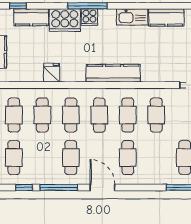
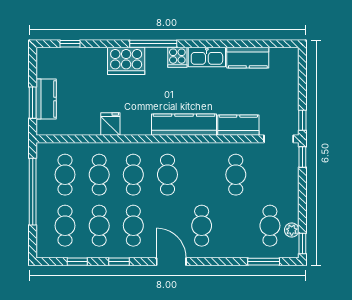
kitchen counter: (31, 17) -> (238, 125), moved, turned 180
cooker: (89, 17) -> (177, 57), moved
cafe table: (128, 115) -> (99, 226), moved
window: (59, 187) -> (119, 262), width x0.46

